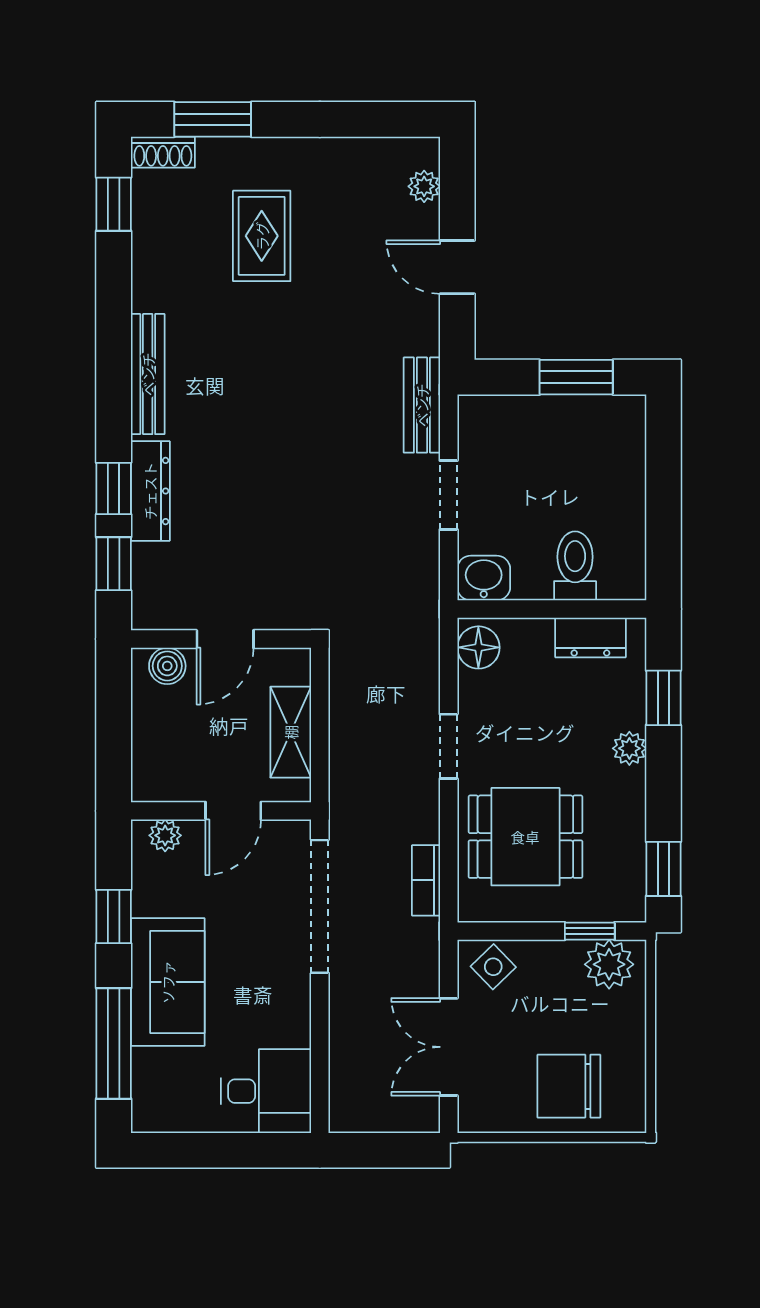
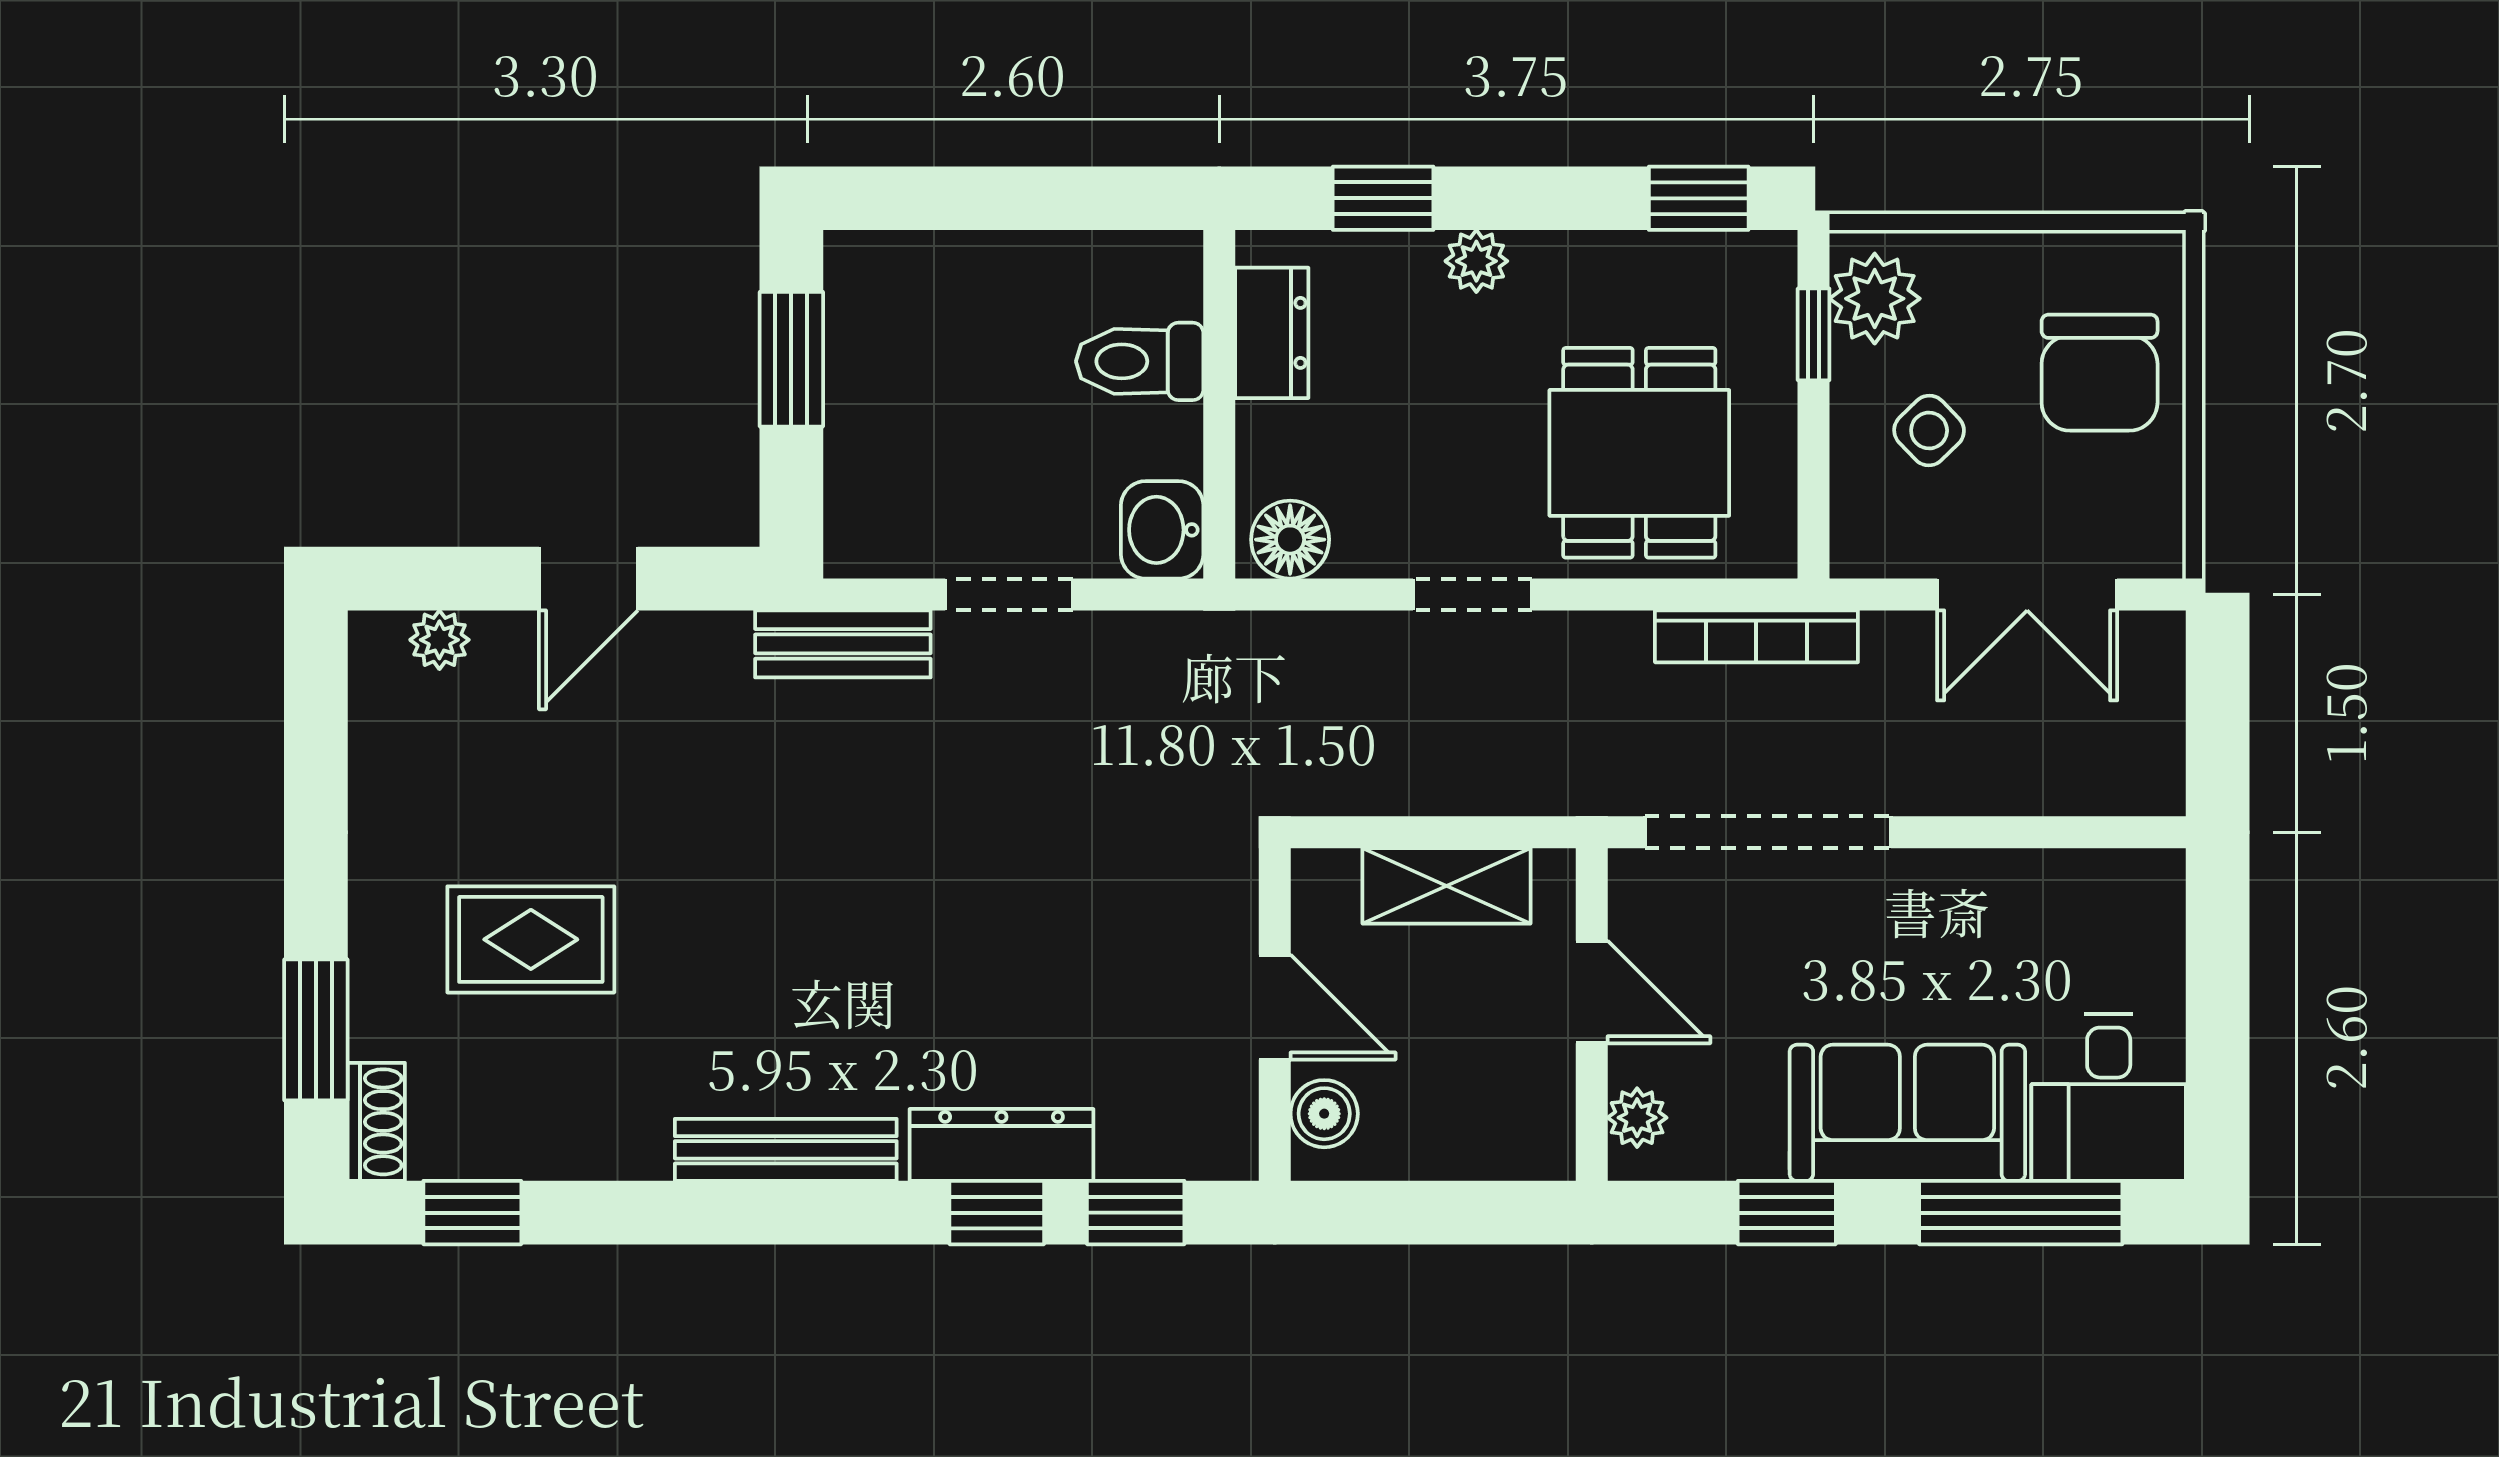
bookcase: (426, 880) -> (1756, 636), width x1.56
side table: (493, 967) -> (1929, 431), moved
desk: (266, 1091) -> (2109, 1098), moved, turned 180

